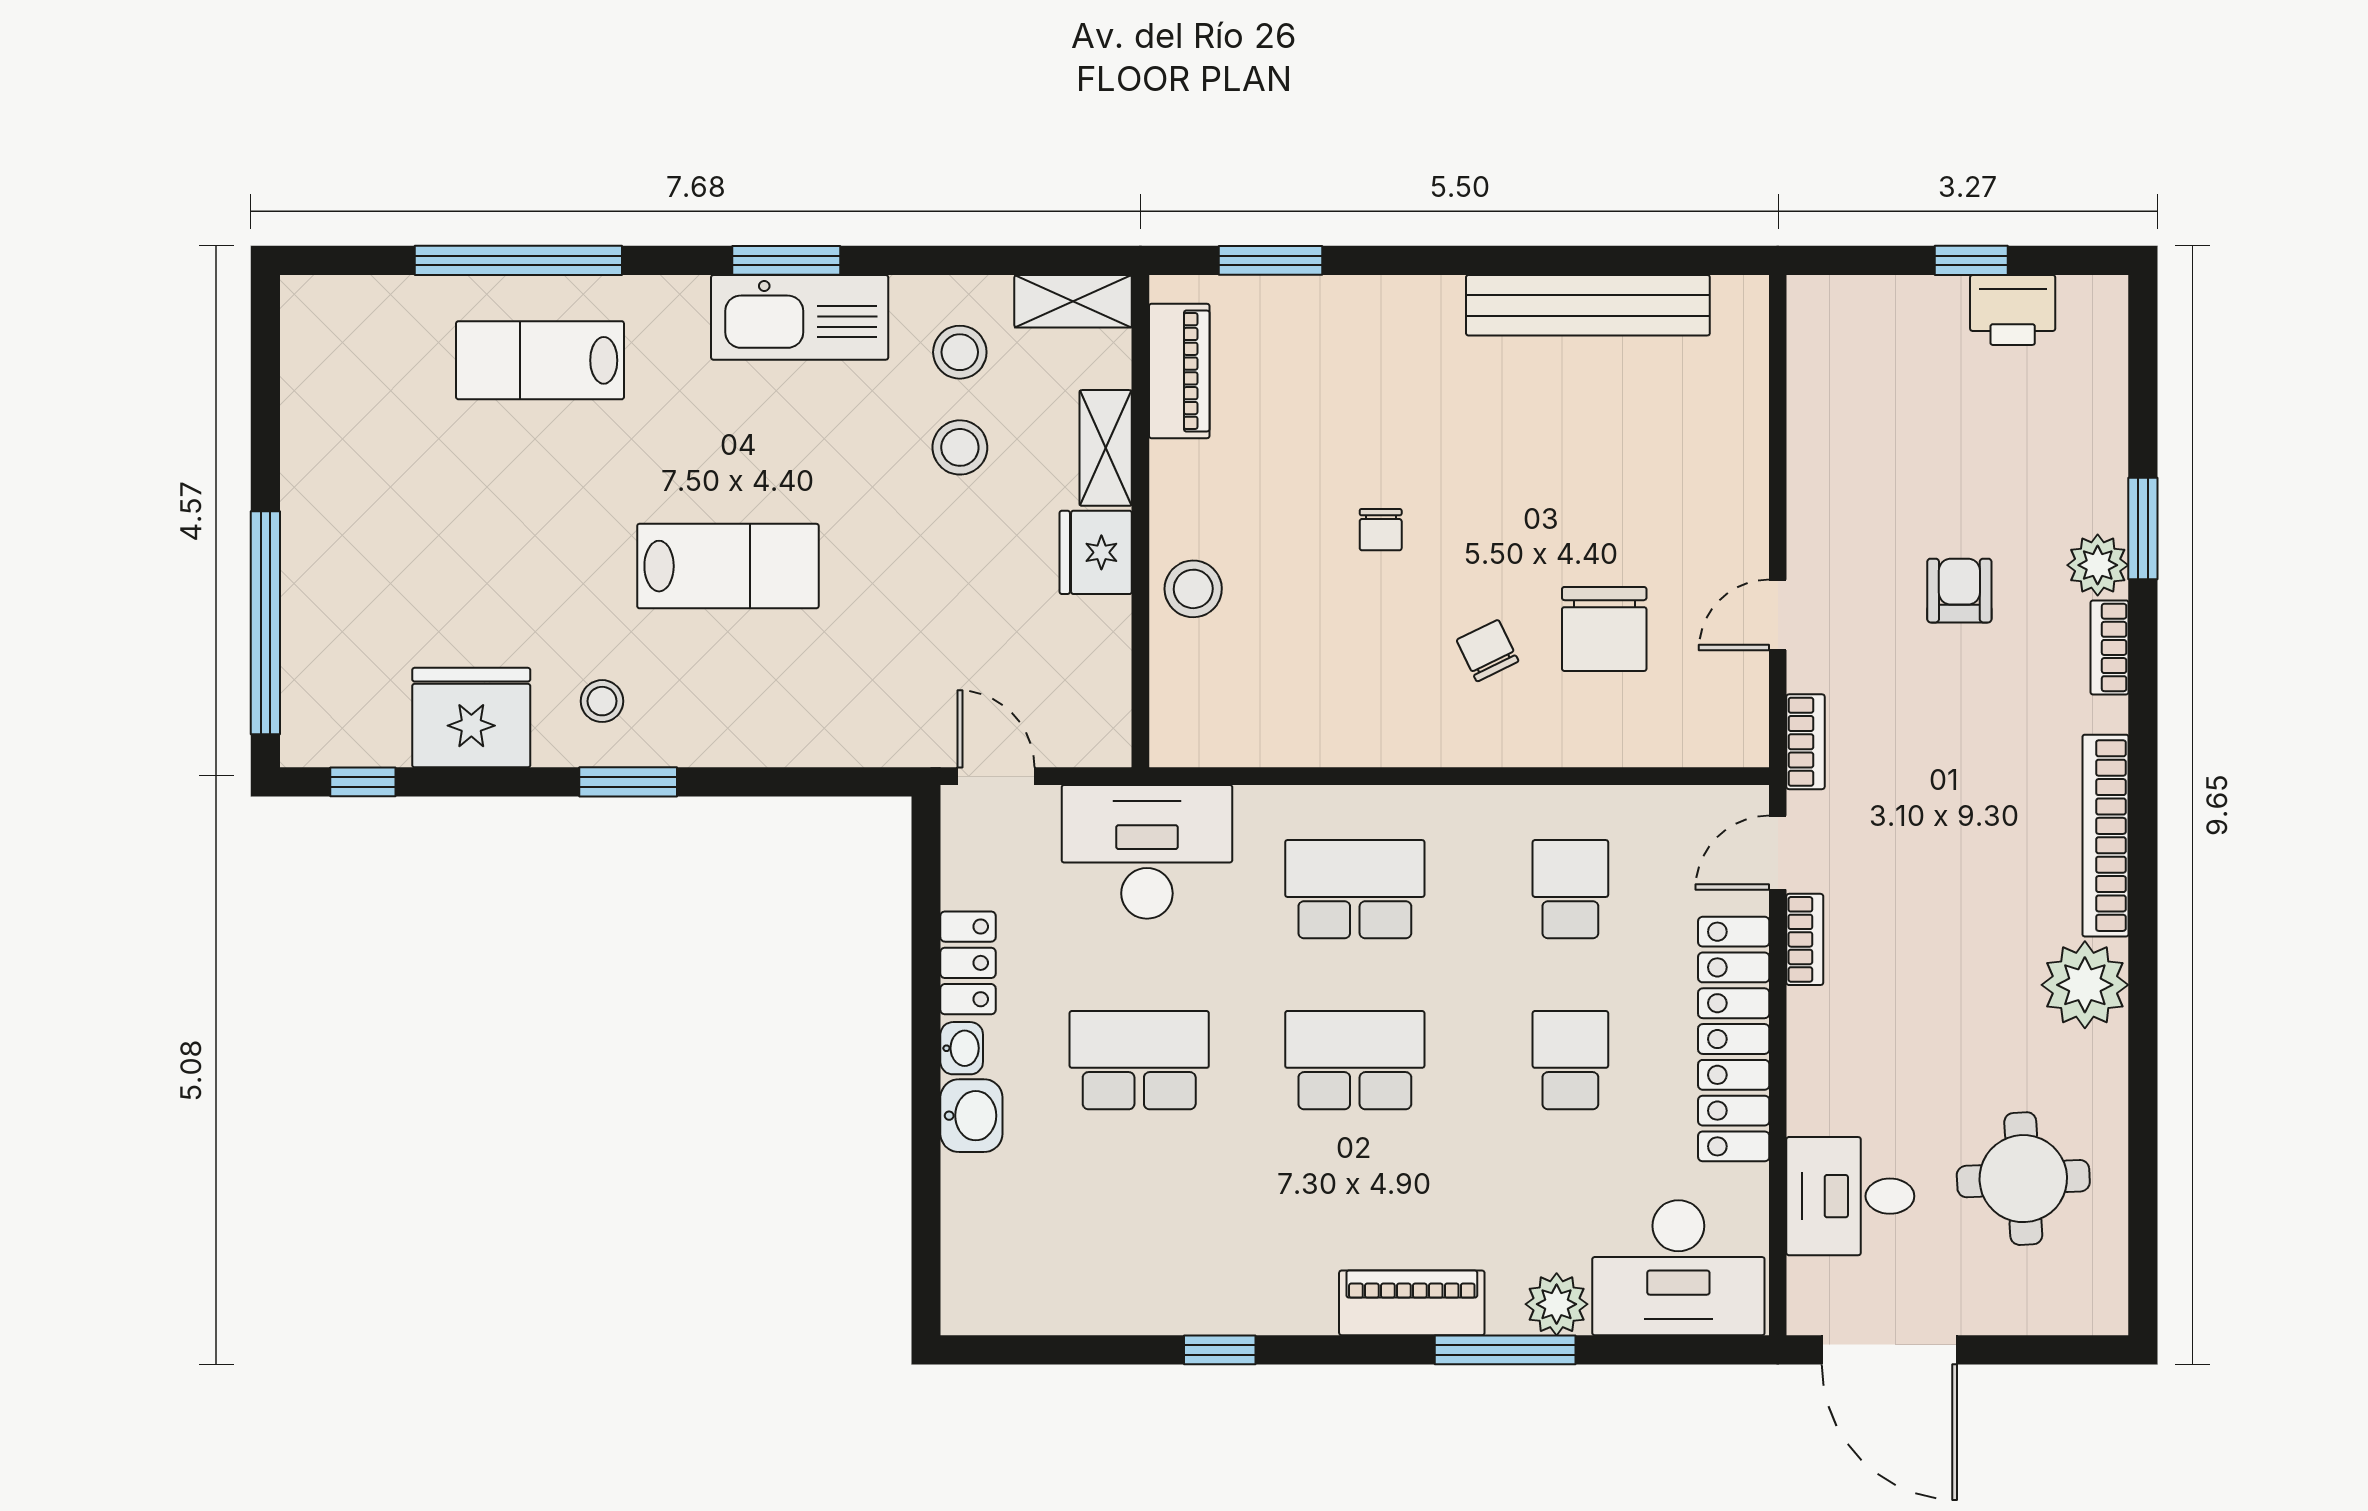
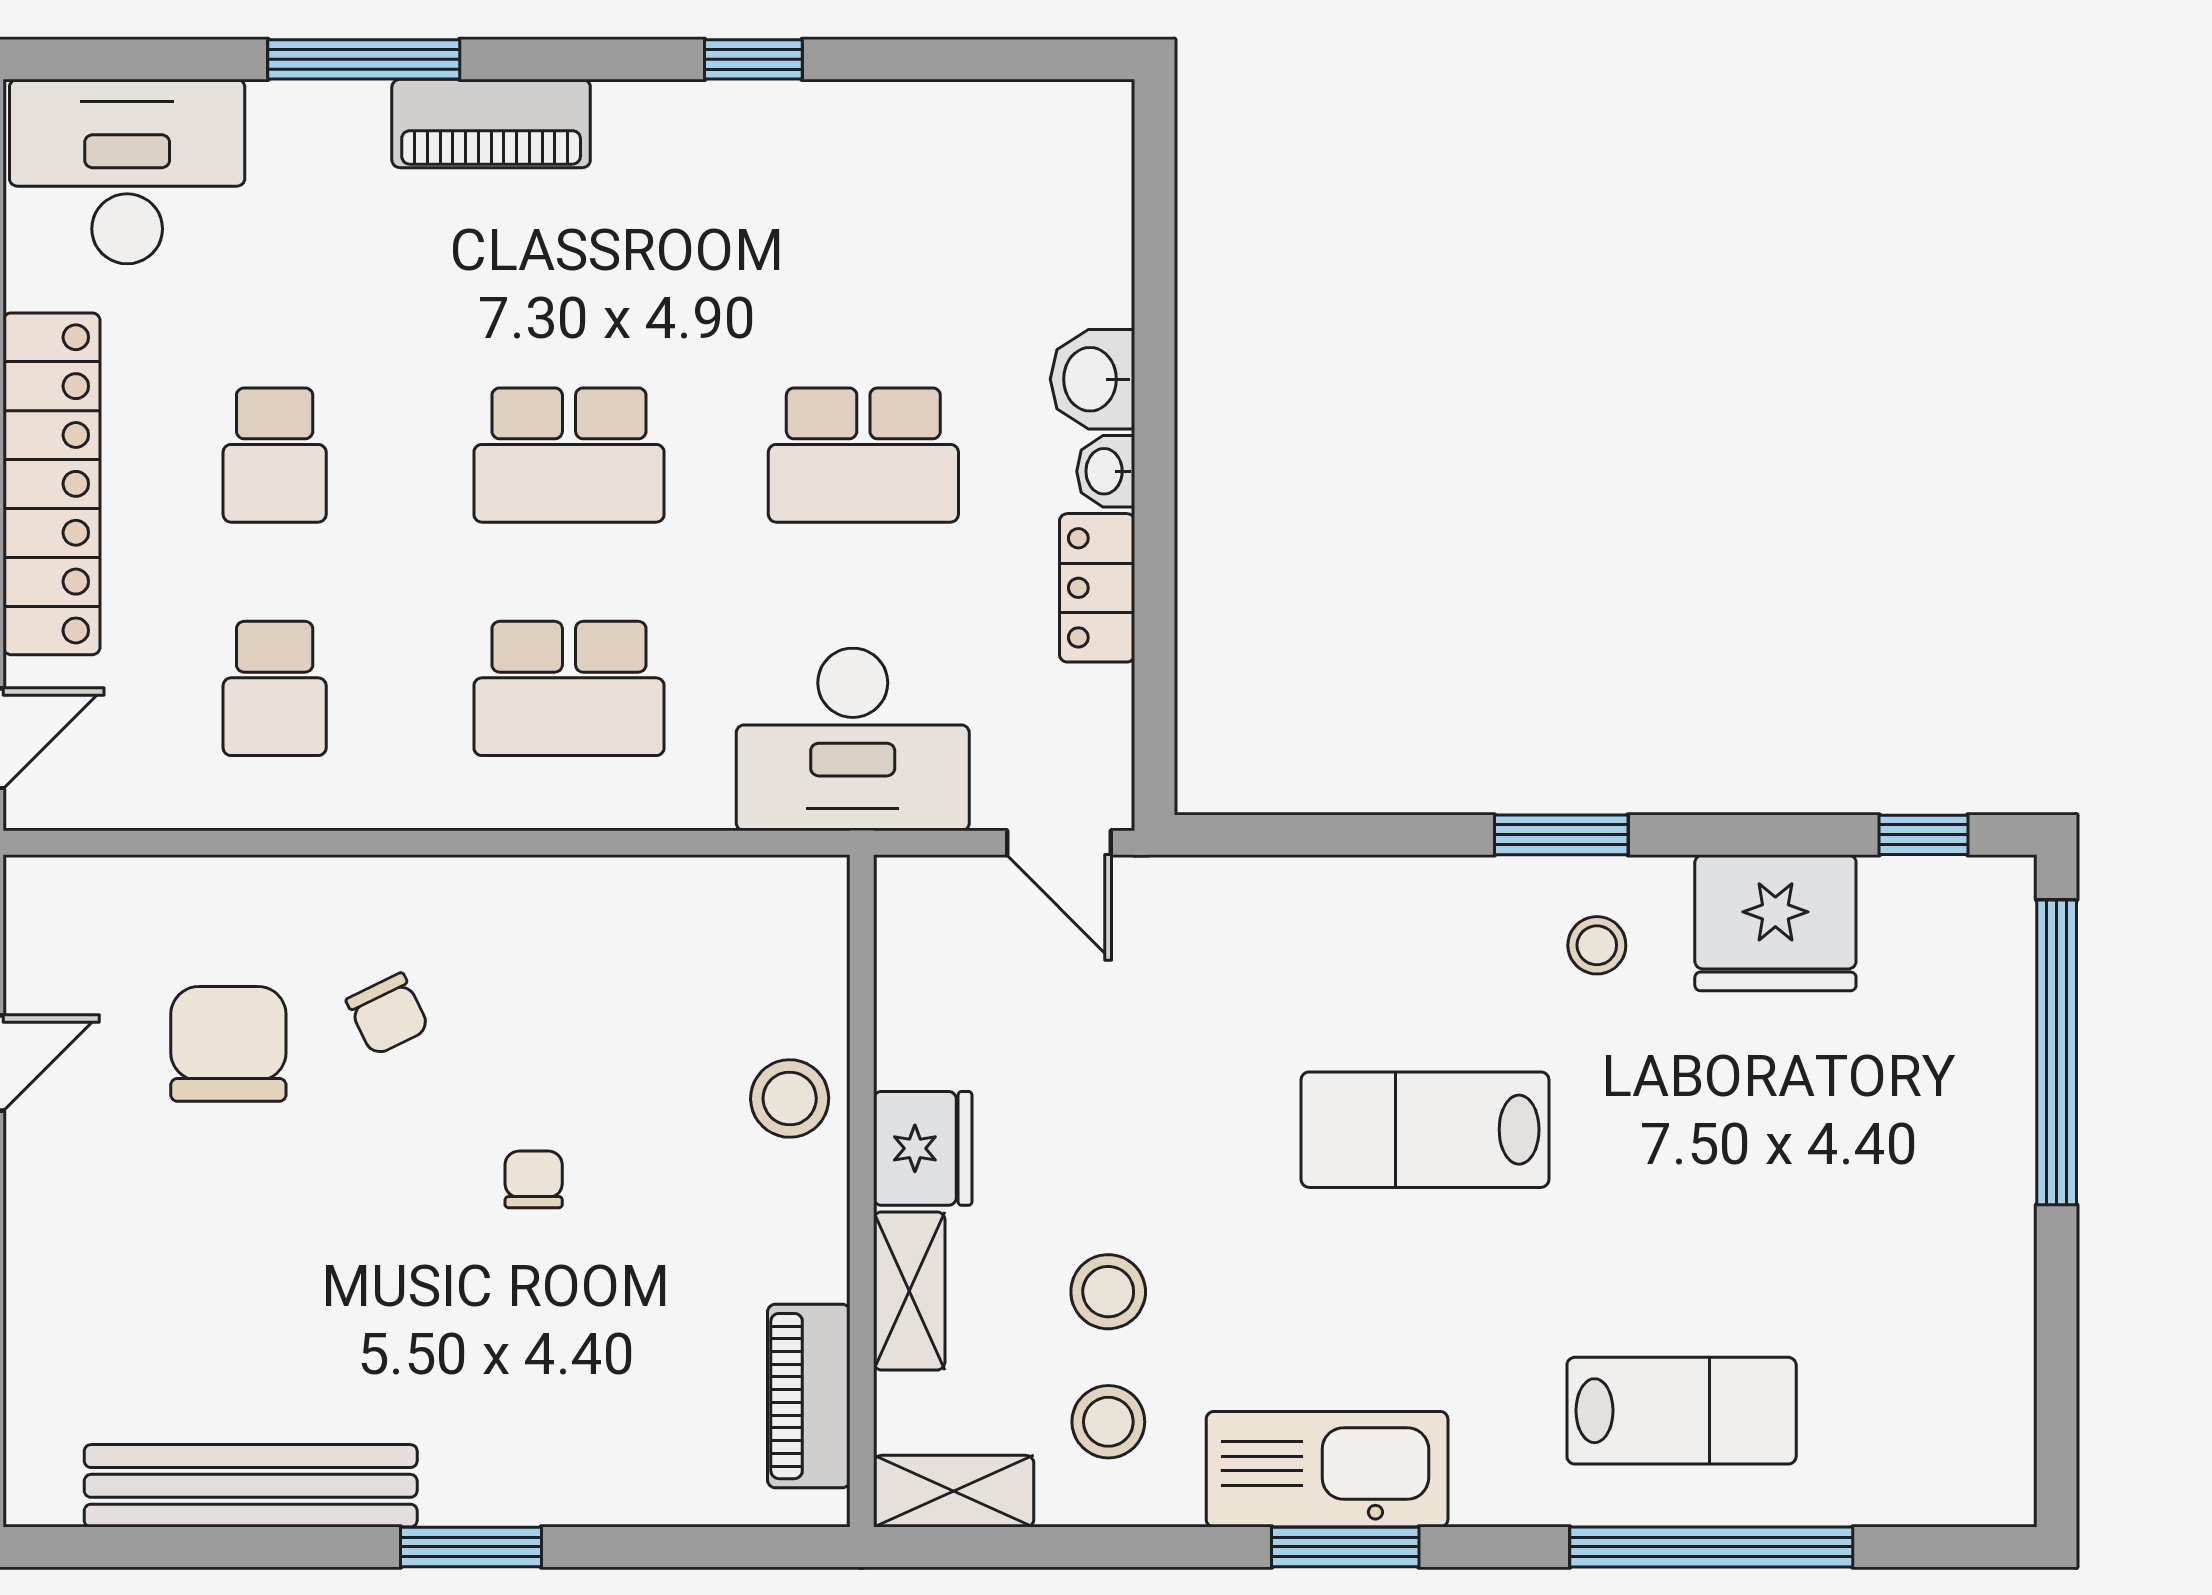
window: (1271, 260) -> (471, 1547), moved
plant: (1557, 1304) -> (294, 122), removed

